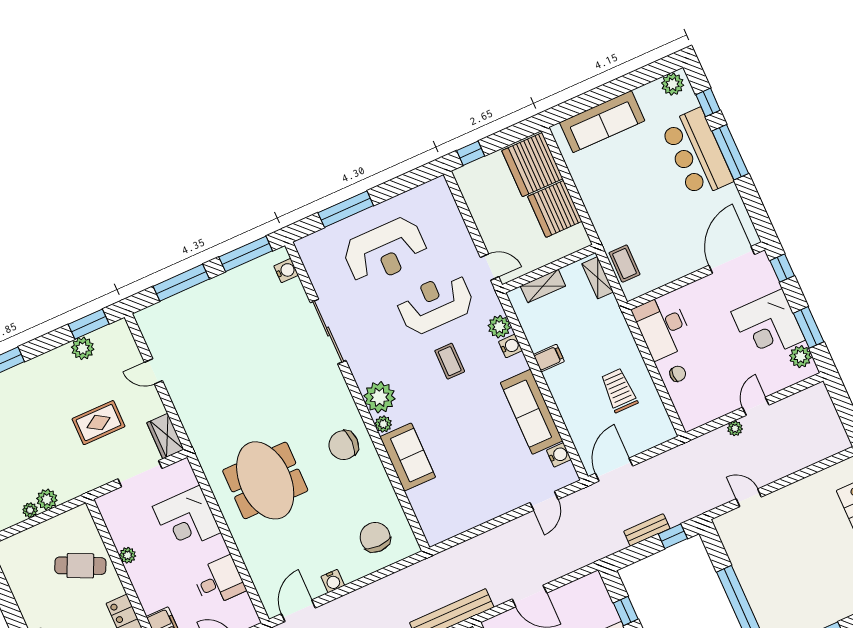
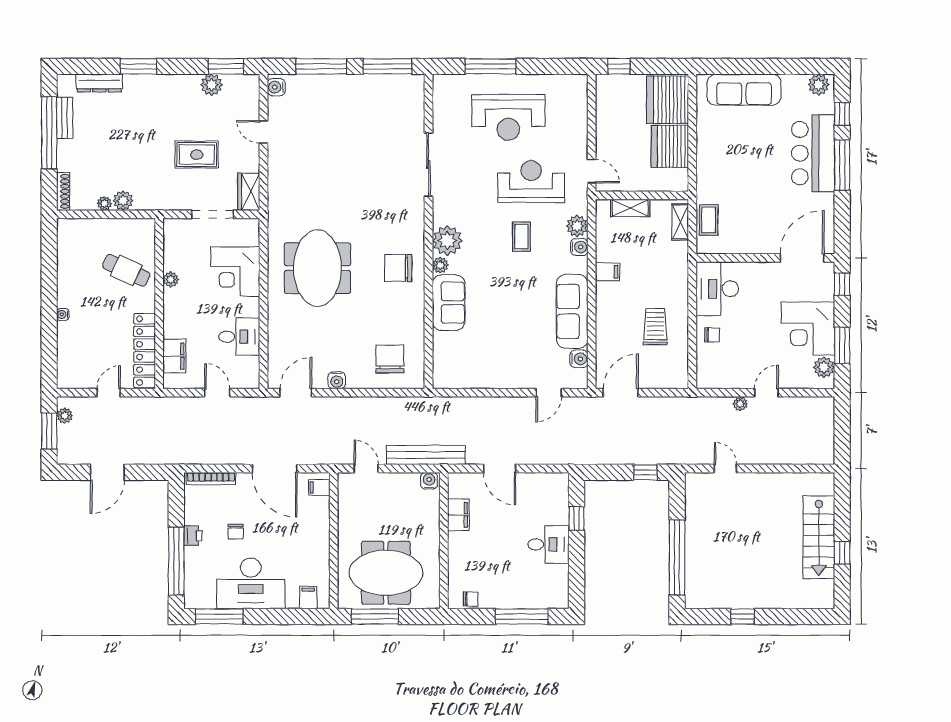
water cooler: (286, 271) -> (276, 87), moved, turned 180
bench: (647, 530) -> (626, 457), removed

